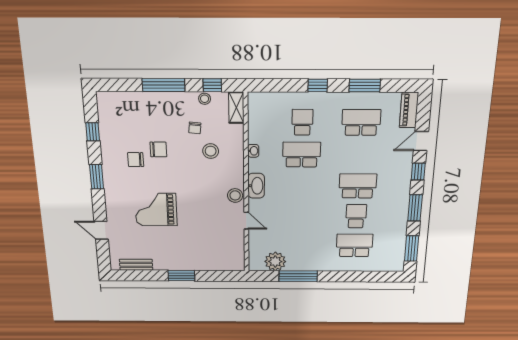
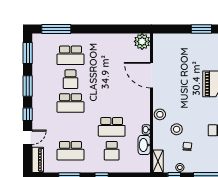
washbasin: (256, 186) -> (144, 145), moved
stool: (235, 195) -> (160, 114), moved
door: (246, 221) -> (151, 75), width x1.88
plant: (275, 261) -> (142, 41), moved
window: (298, 276) -> (56, 29), moved

